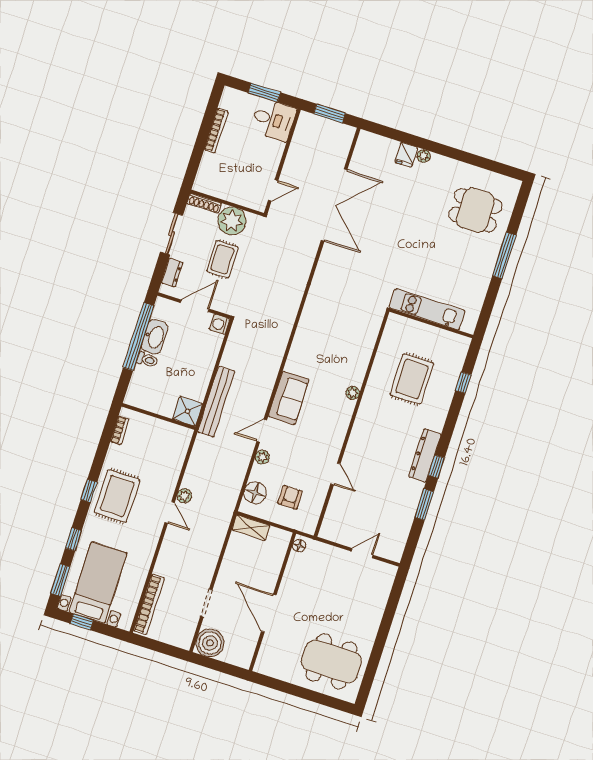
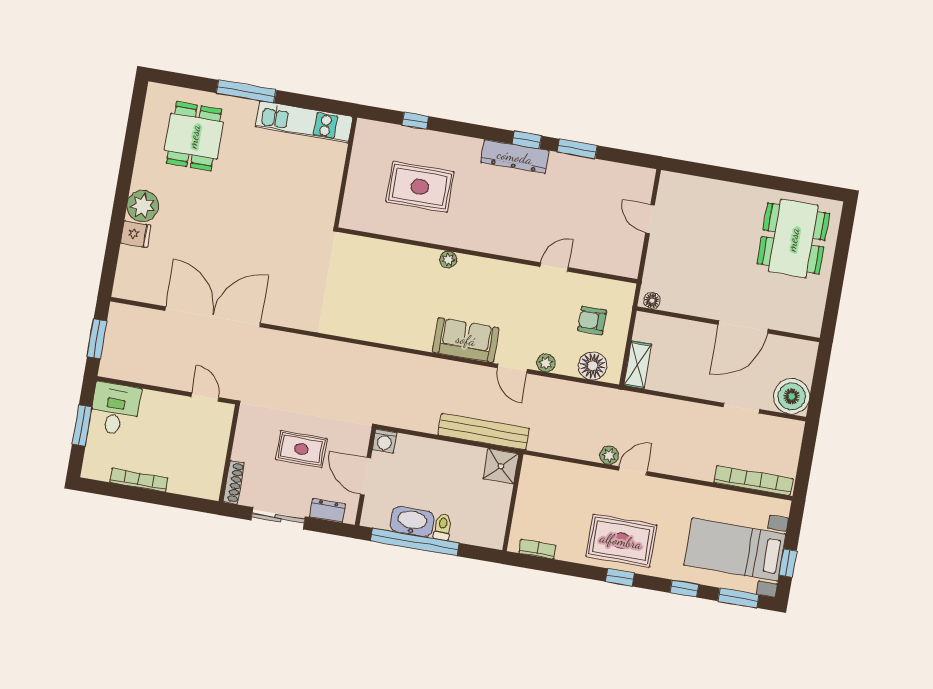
plant: (424, 156) -> (143, 206), width x1.87, depth x1.87
plant: (232, 221) -> (251, 444), removed
kitchen unit: (427, 309) -> (304, 122), moved, turned -90

